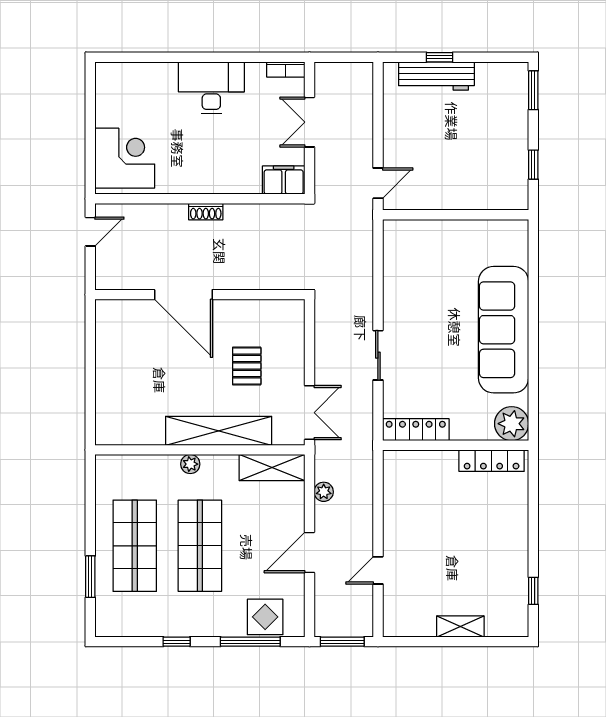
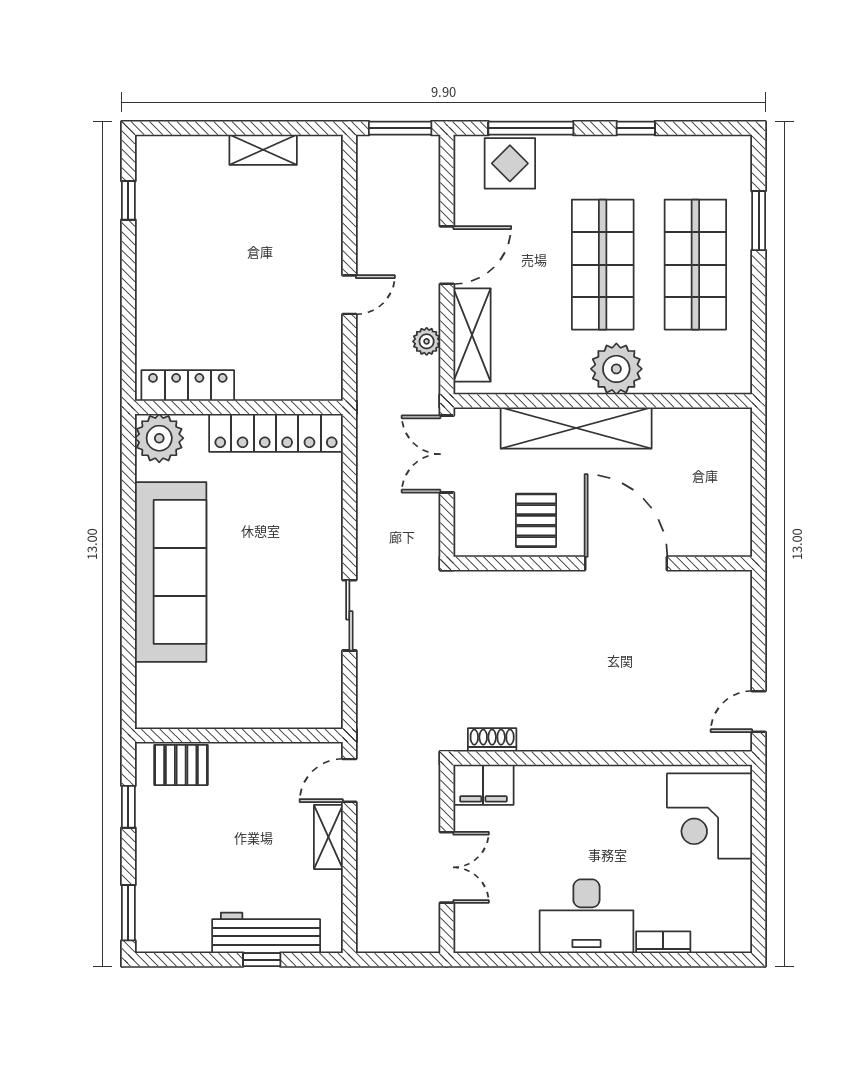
bookcase: (286, 69) -> (663, 942), moved
shelving: (393, 143) -> (328, 837), added
pallet: (496, 194) -> (181, 765), added
shoe rack: (206, 212) -> (492, 740), moved
door: (183, 295) -> (626, 563), moved
wall: (200, 295) -> (603, 563), moved
sliding door: (378, 355) -> (349, 615), moved
locker: (416, 430) -> (276, 433), width x1.41, depth x1.21
plant: (190, 464) -> (616, 369), width x1.87, depth x1.87
shelving: (272, 468) -> (472, 335), moved, turned 90
door: (378, 570) -> (349, 295), moved
shelving: (460, 626) -> (263, 150), moved

